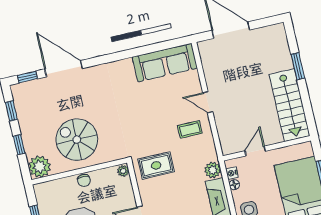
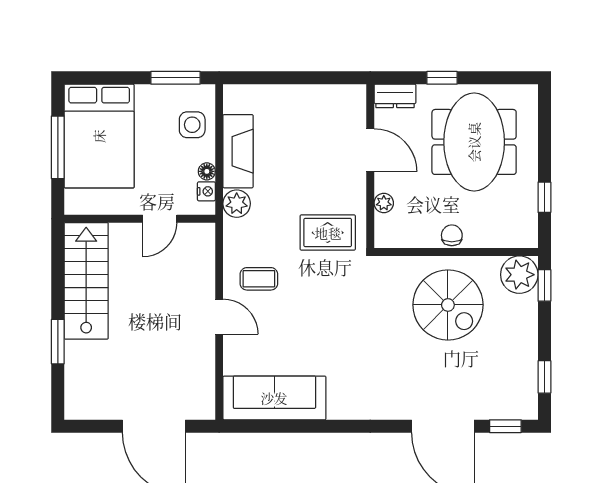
window: (19, 145) -> (544, 285), moved
plant: (123, 171) -> (384, 203), moved

